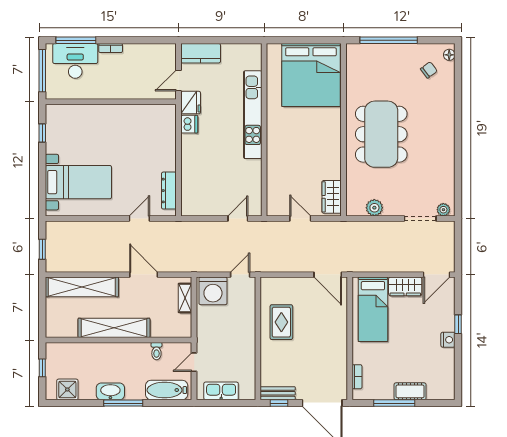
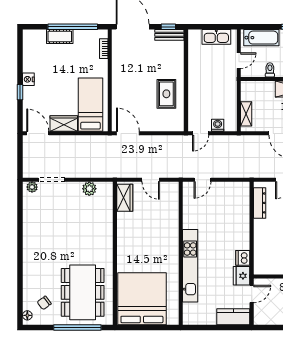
dining table: (381, 134) -> (83, 292), moved
door: (437, 275) -> (38, 133), hinge flipped
washing machine: (213, 291) -> (218, 125), width x0.53, depth x0.53
window: (394, 403) -> (73, 27), width x1.46

